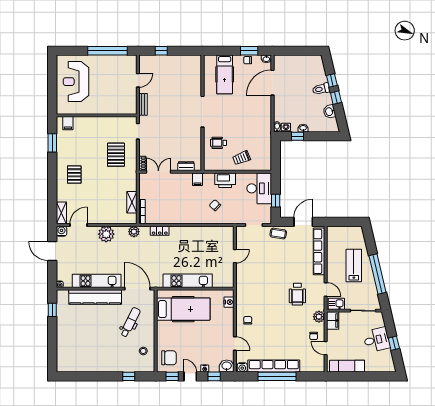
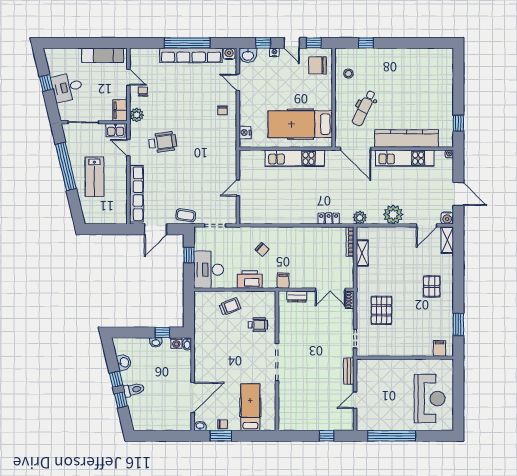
wheelchair: (297, 294) -> (163, 142), turned 82

